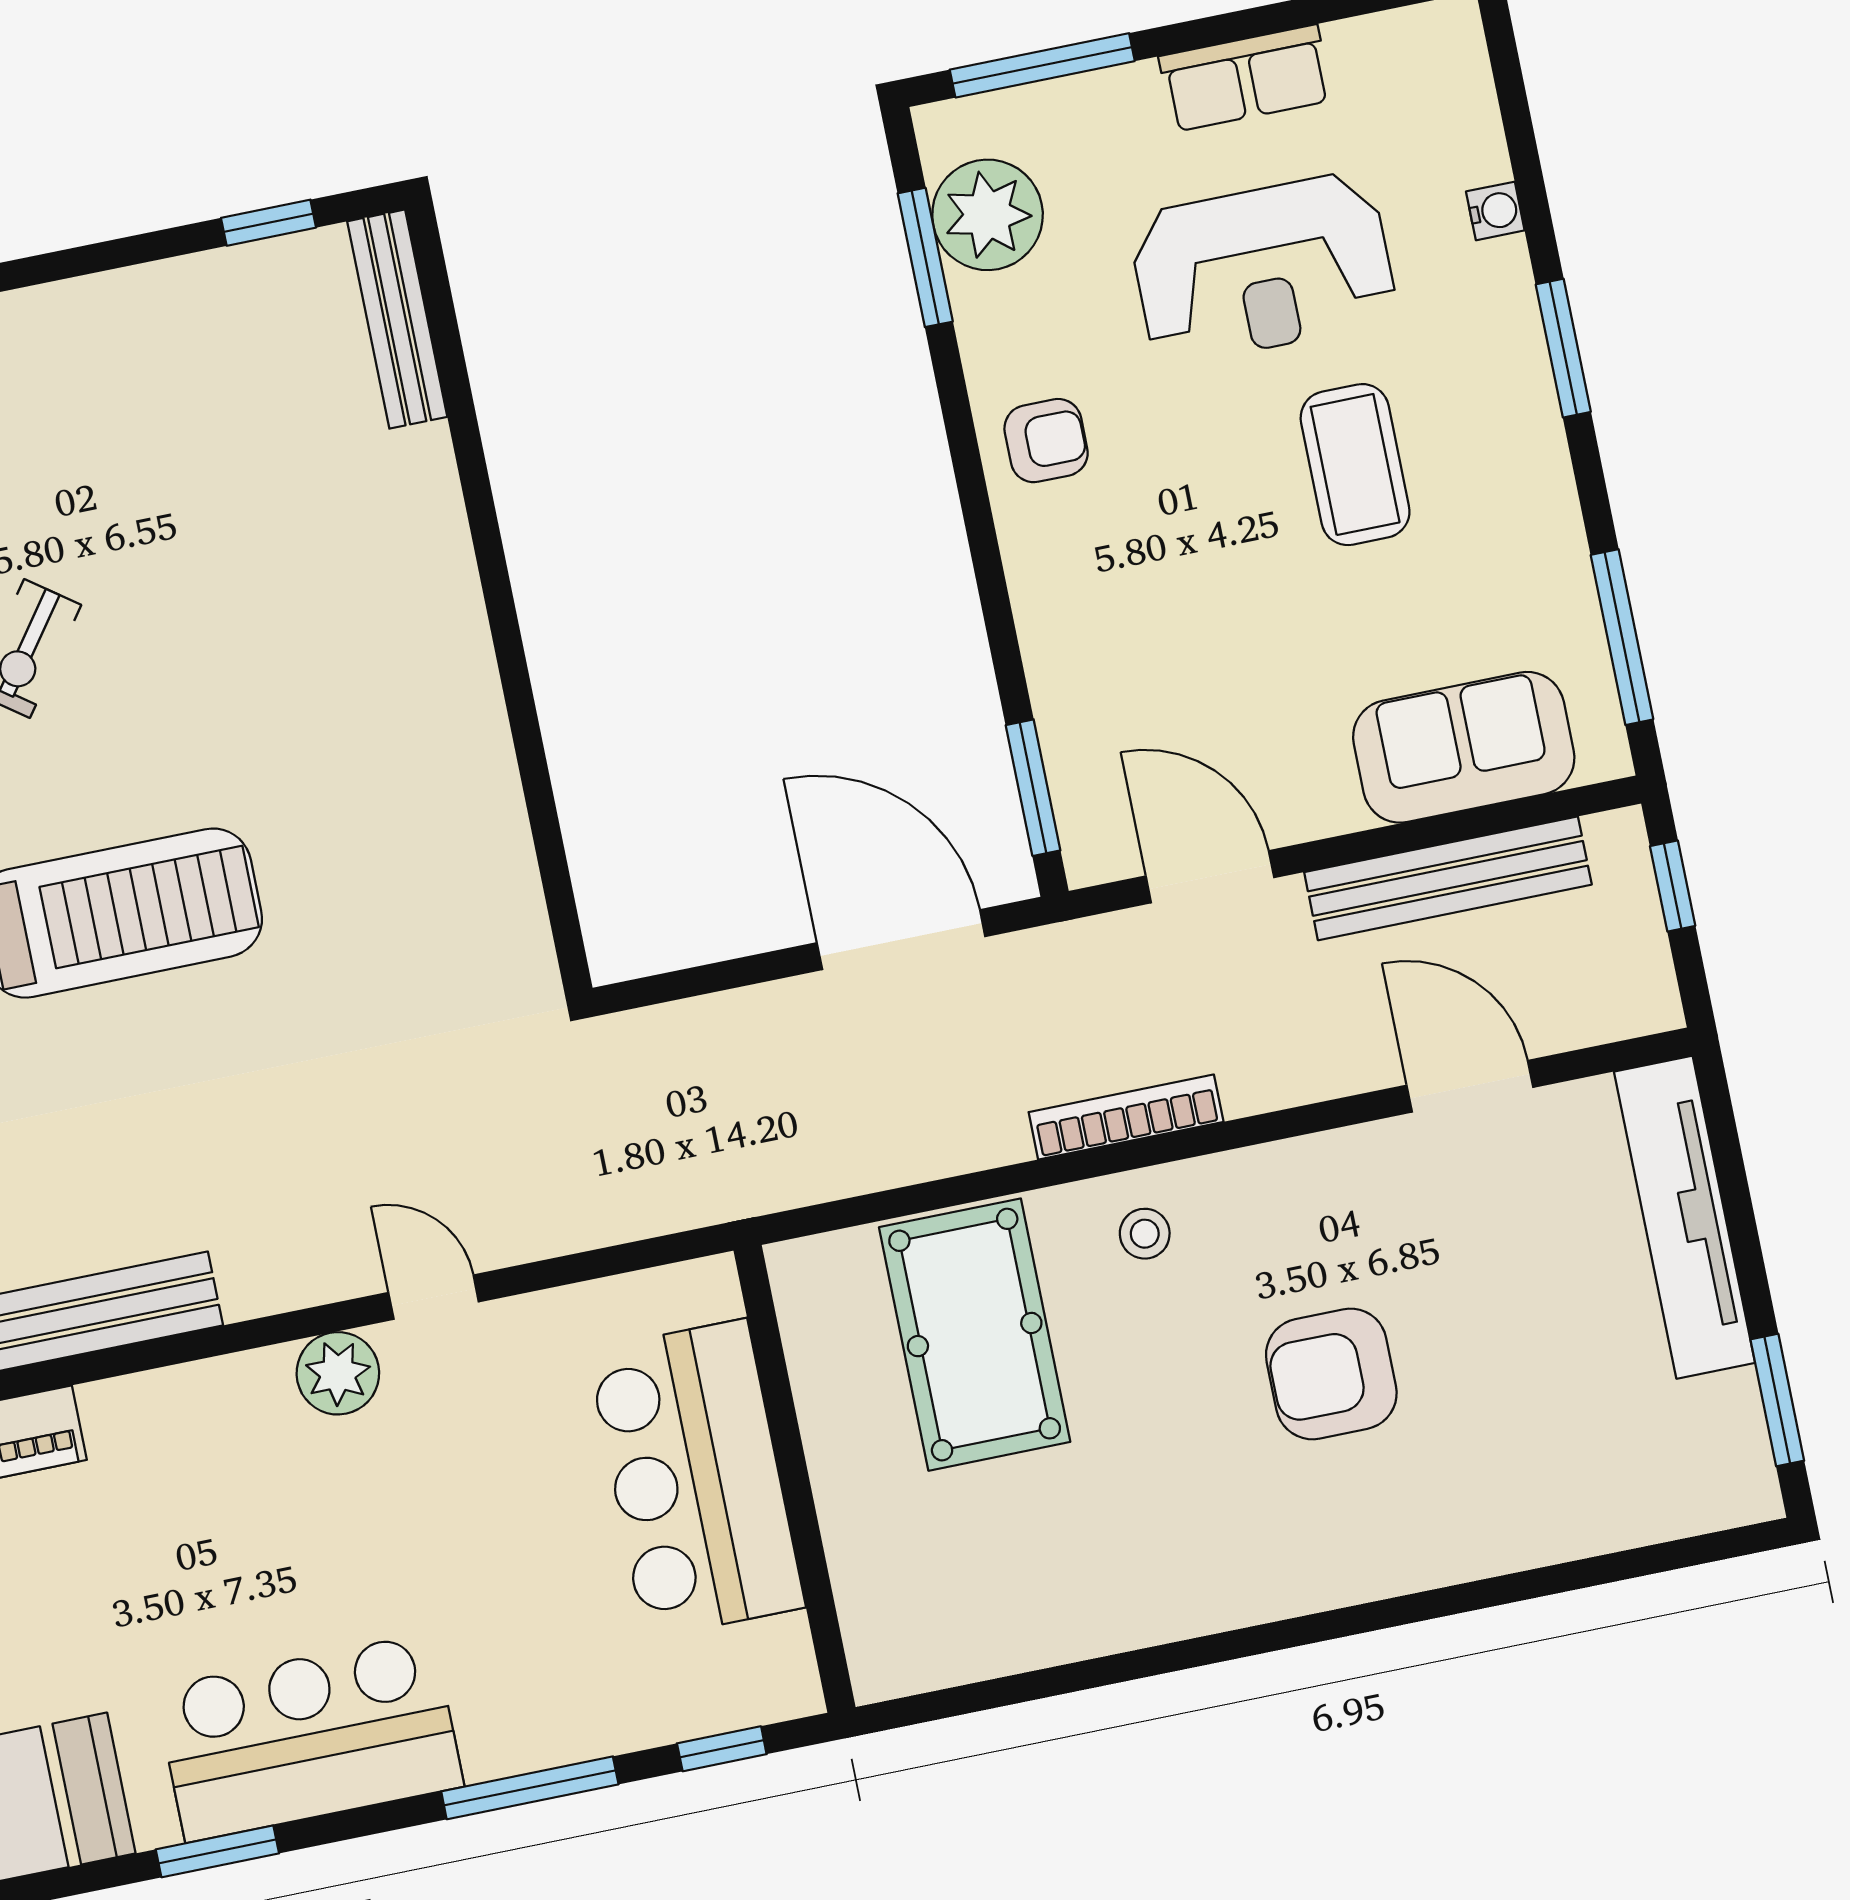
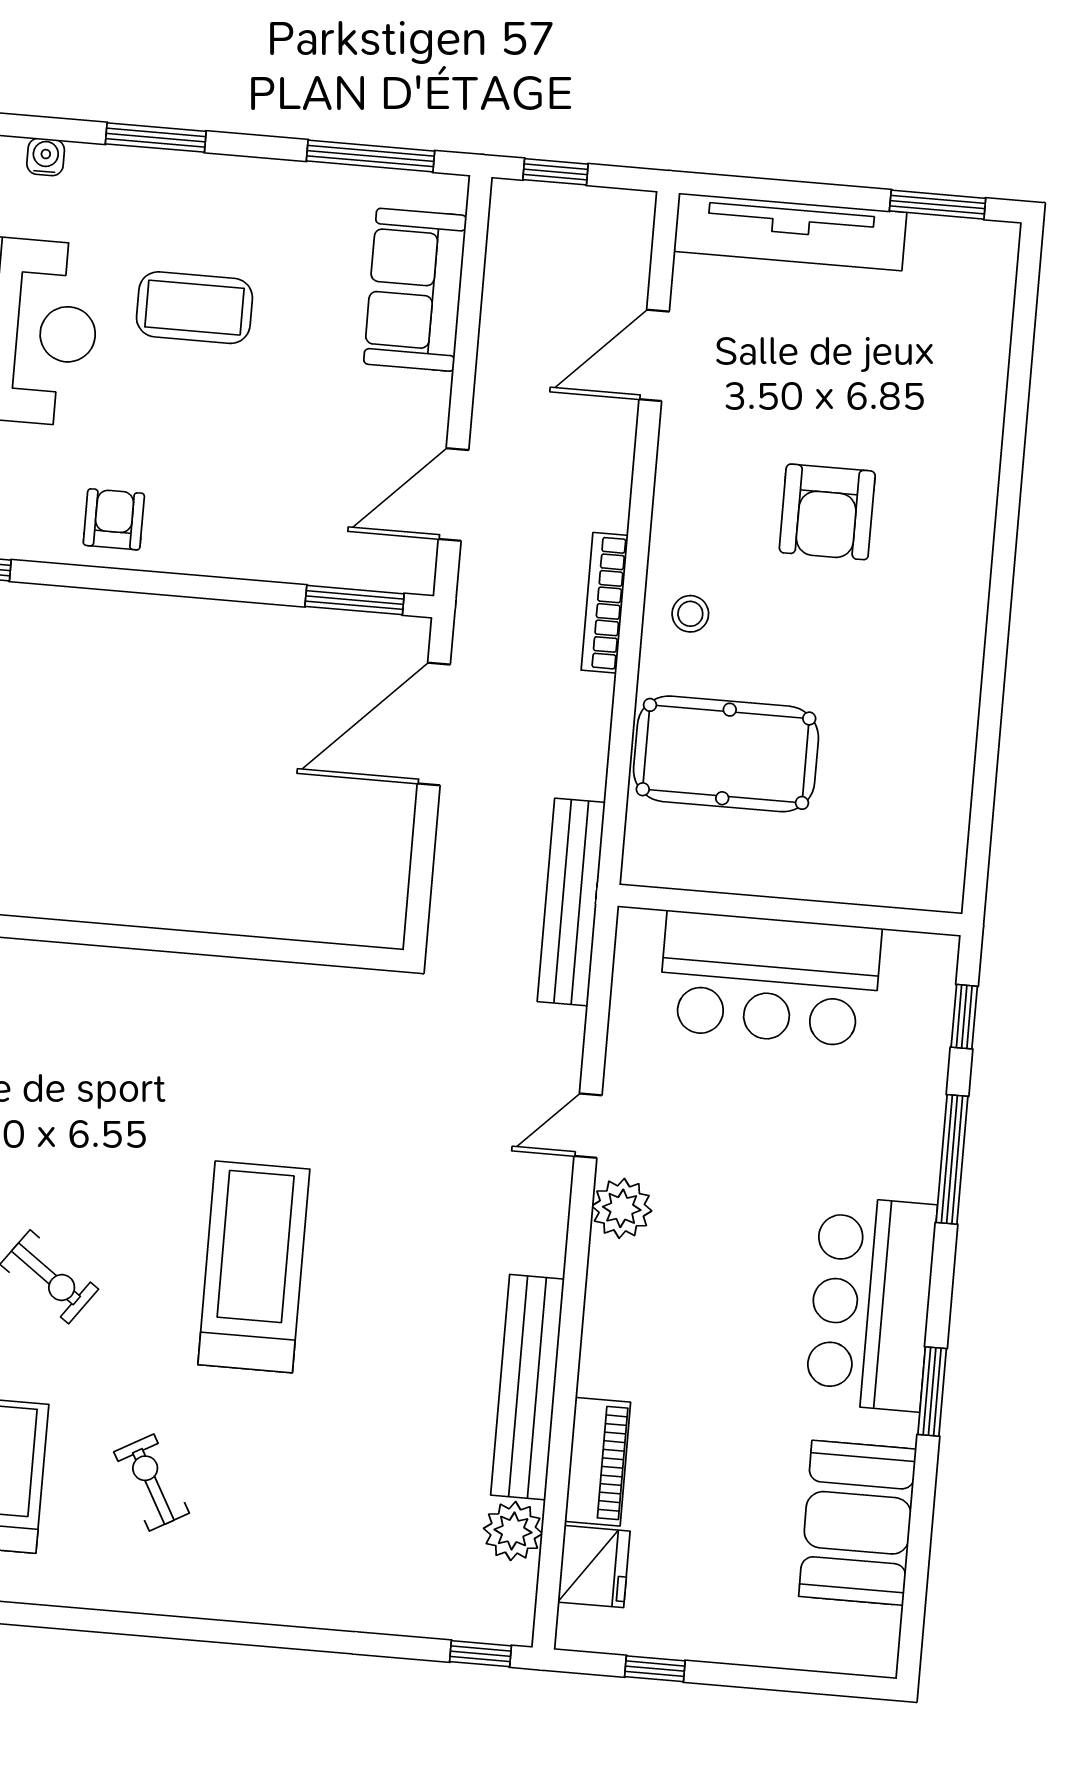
bench: (1448, 878) -> (571, 902), moved

